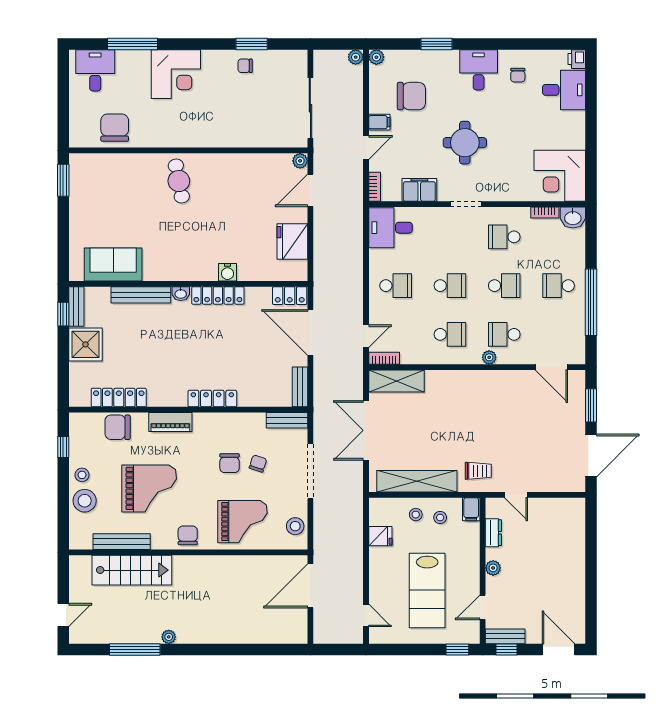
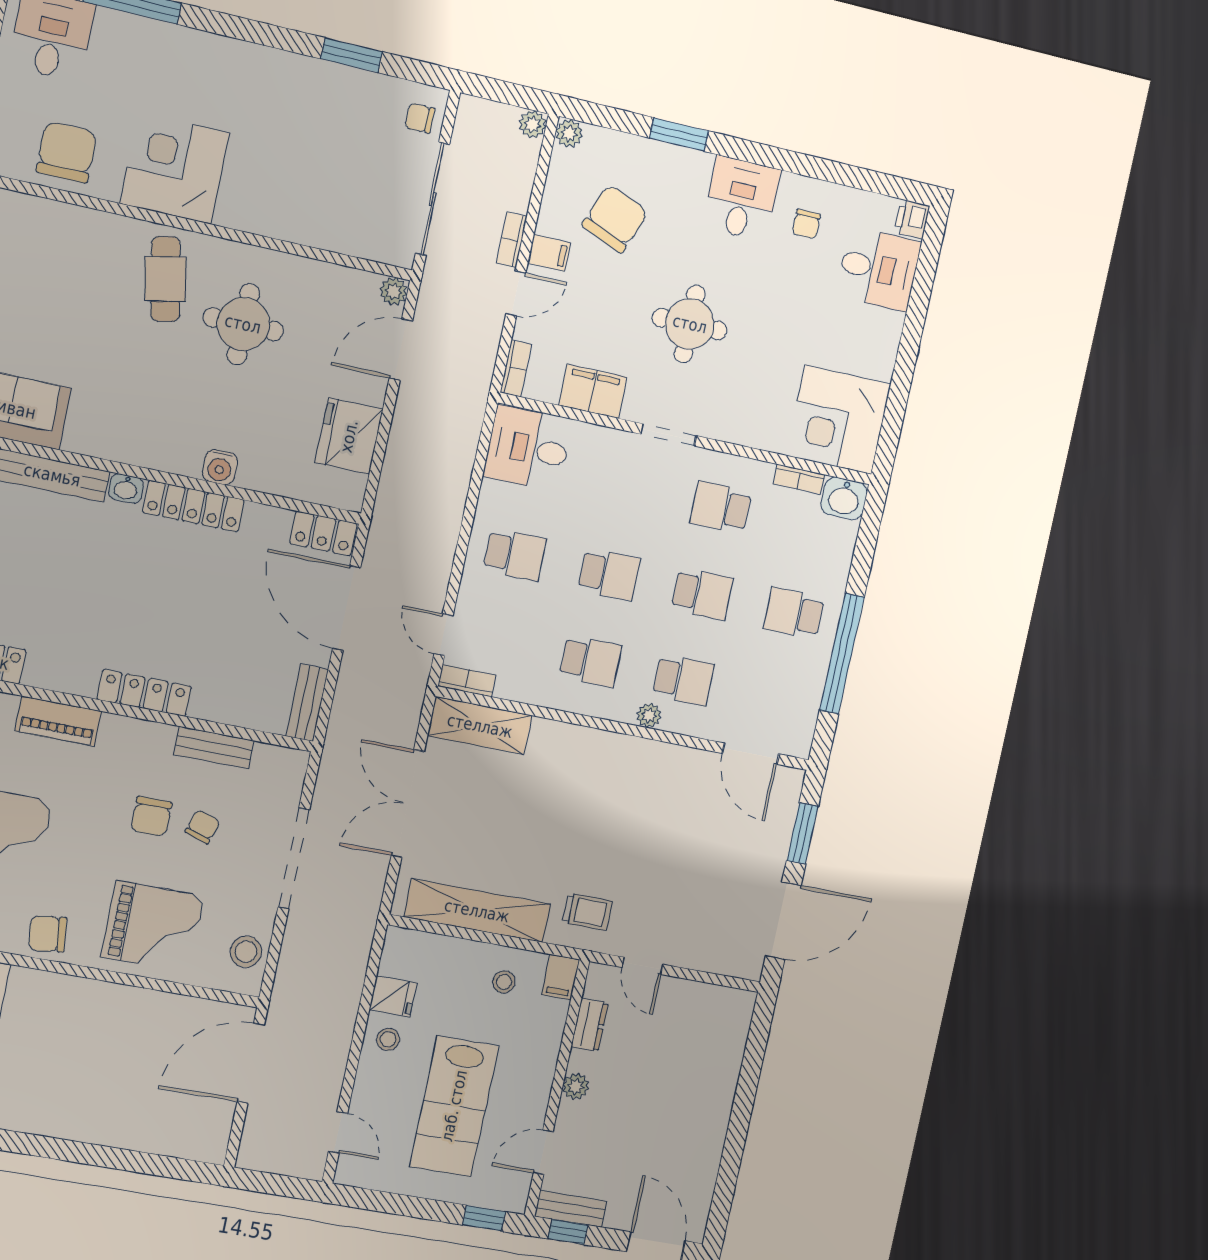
chair: (245, 66) -> (420, 118), moved
corner desk: (176, 74) -> (175, 168), moved, turned 180
chair: (411, 96) -> (615, 219), turned -68
bookcase: (358, 120) -> (512, 240), added
round table: (224, 195) -> (243, 324), added
school desk: (504, 334) -> (683, 680), turned 180
door: (366, 336) -> (443, 635), swing flipped
bench: (287, 420) -> (214, 748), moved
stool: (416, 515) -> (388, 1039), moved
chair: (188, 535) -> (48, 934), turned -97

